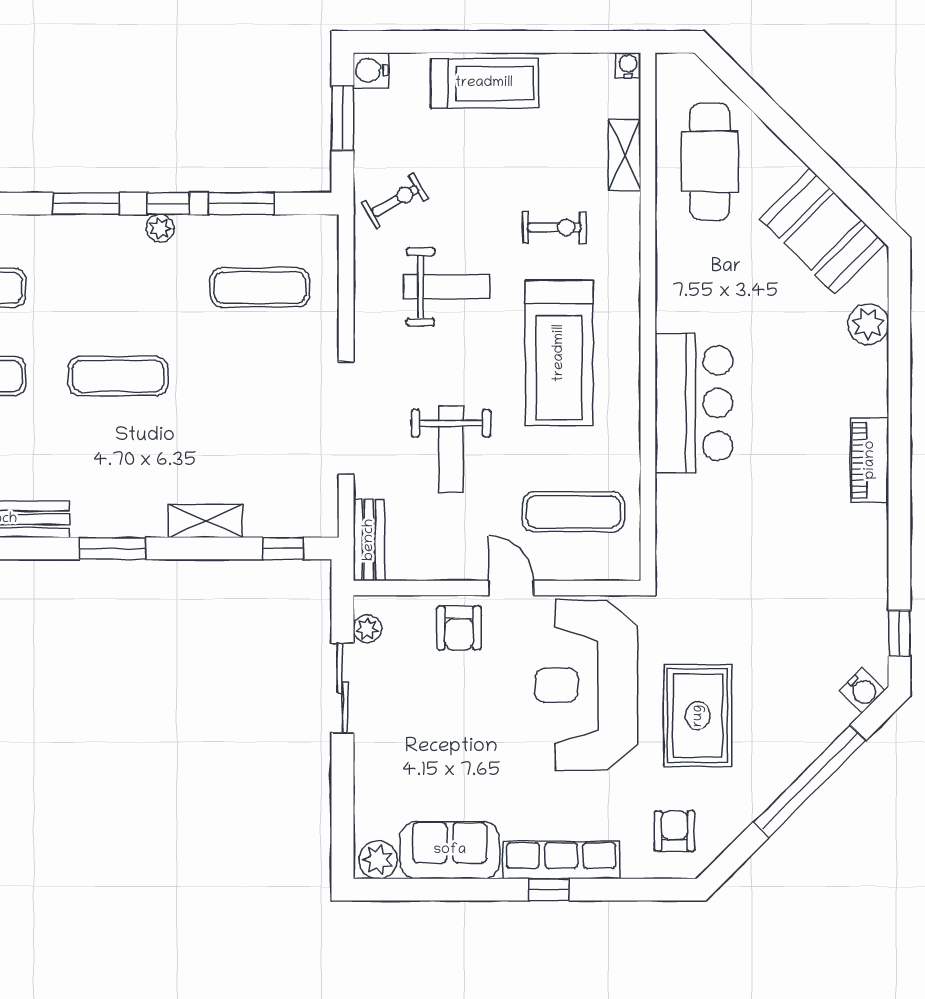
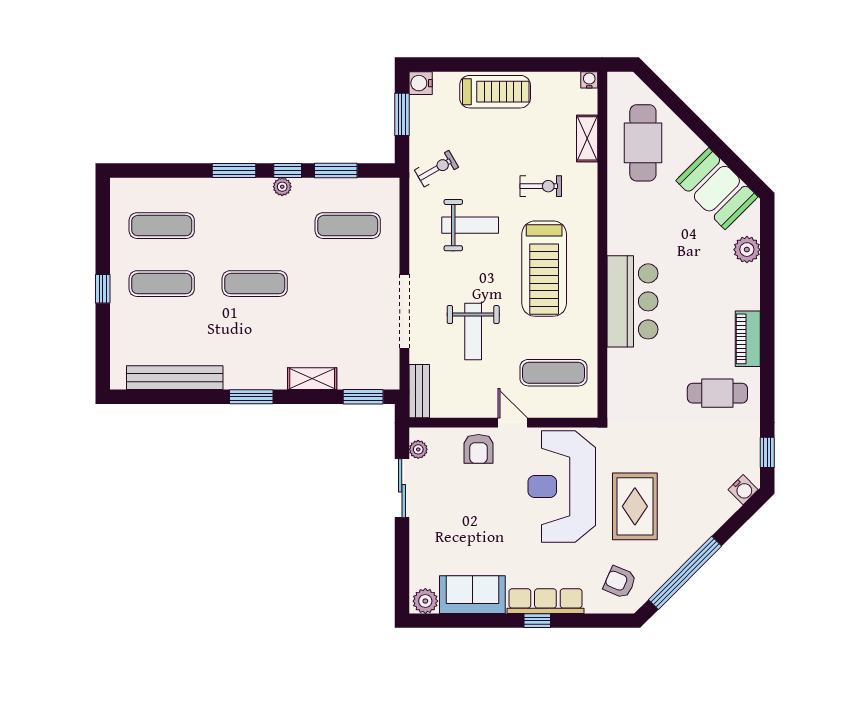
cafe table: (823, 543) -> (717, 393), added
window: (283, 548) -> (363, 397), width x1.50
window: (809, 781) -> (685, 573), moved
armchair: (674, 831) -> (620, 582), turned -67

